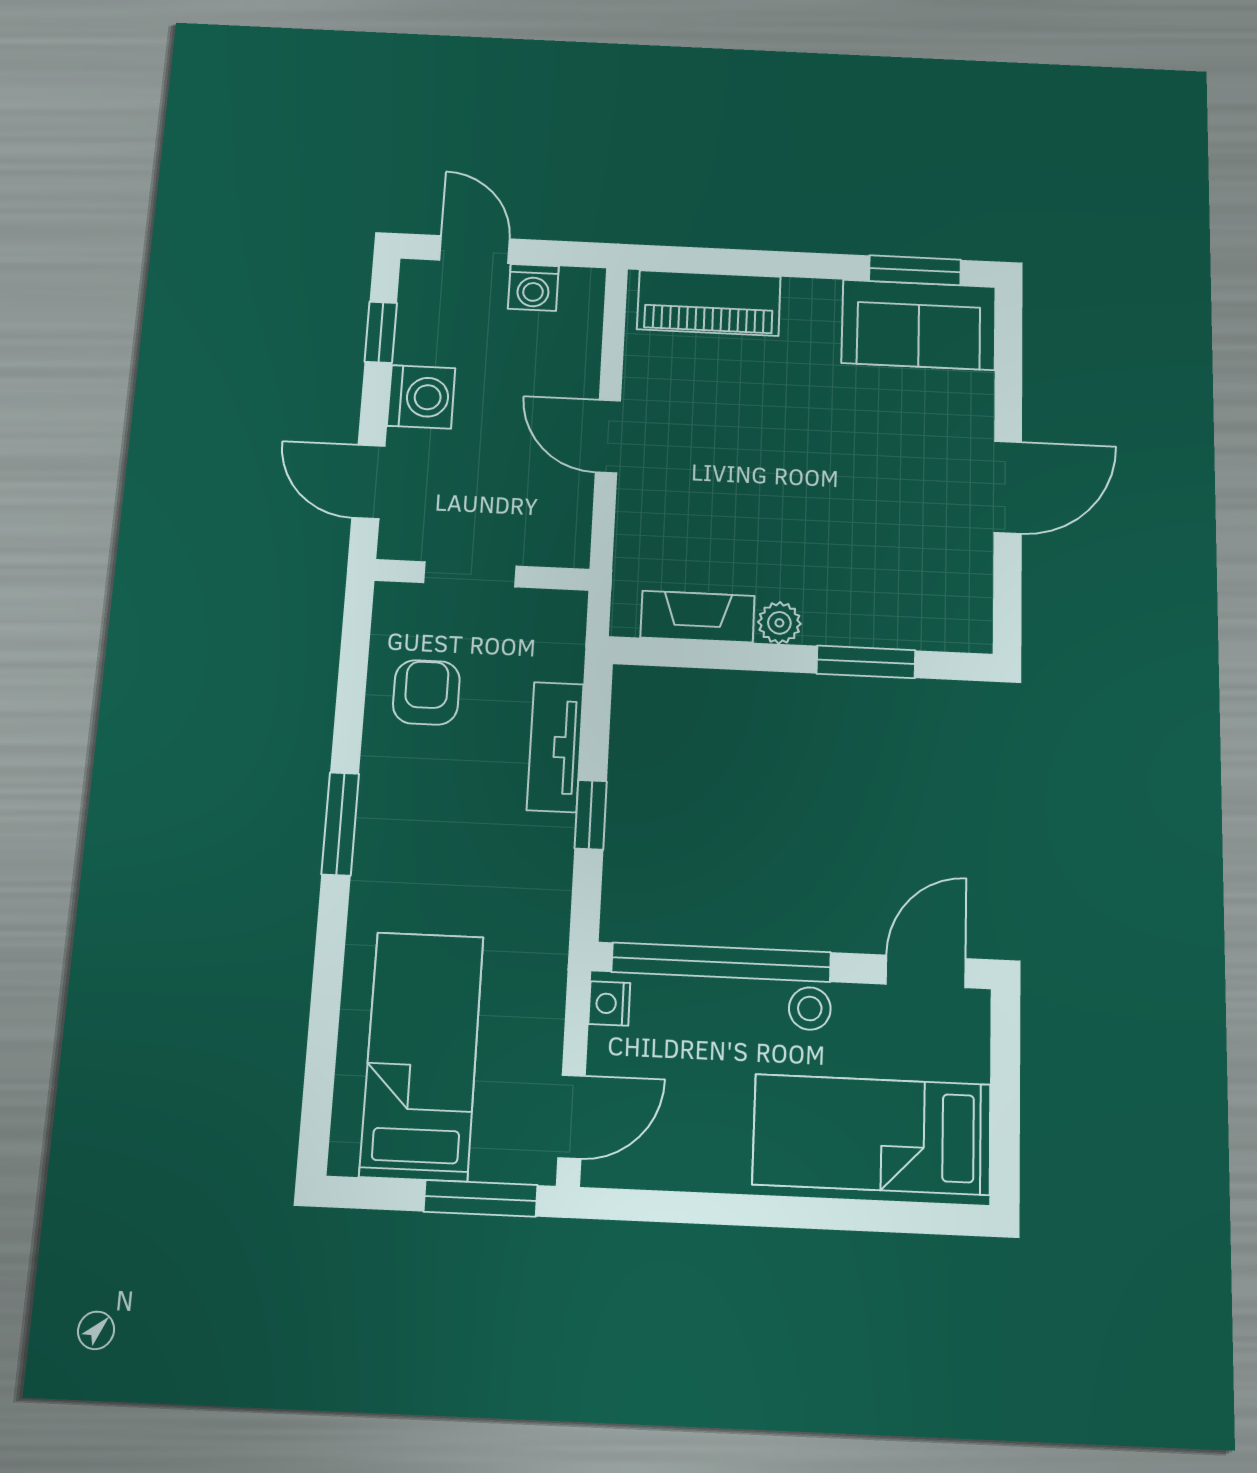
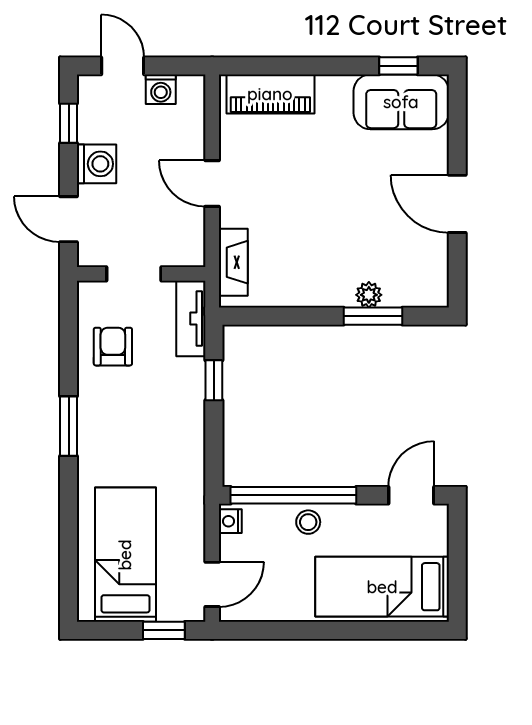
window: (915, 270) -> (398, 66), width x0.67
door: (1008, 487) -> (457, 204), swing flipped
fireplace: (698, 617) -> (233, 262), moved, turned 90
plant: (779, 623) -> (369, 295), moved
tv unit: (555, 747) -> (191, 319), moved
window: (591, 815) -> (214, 380), moved
stool: (810, 1009) -> (308, 522), moved
window: (481, 1198) -> (164, 630), width x0.67

